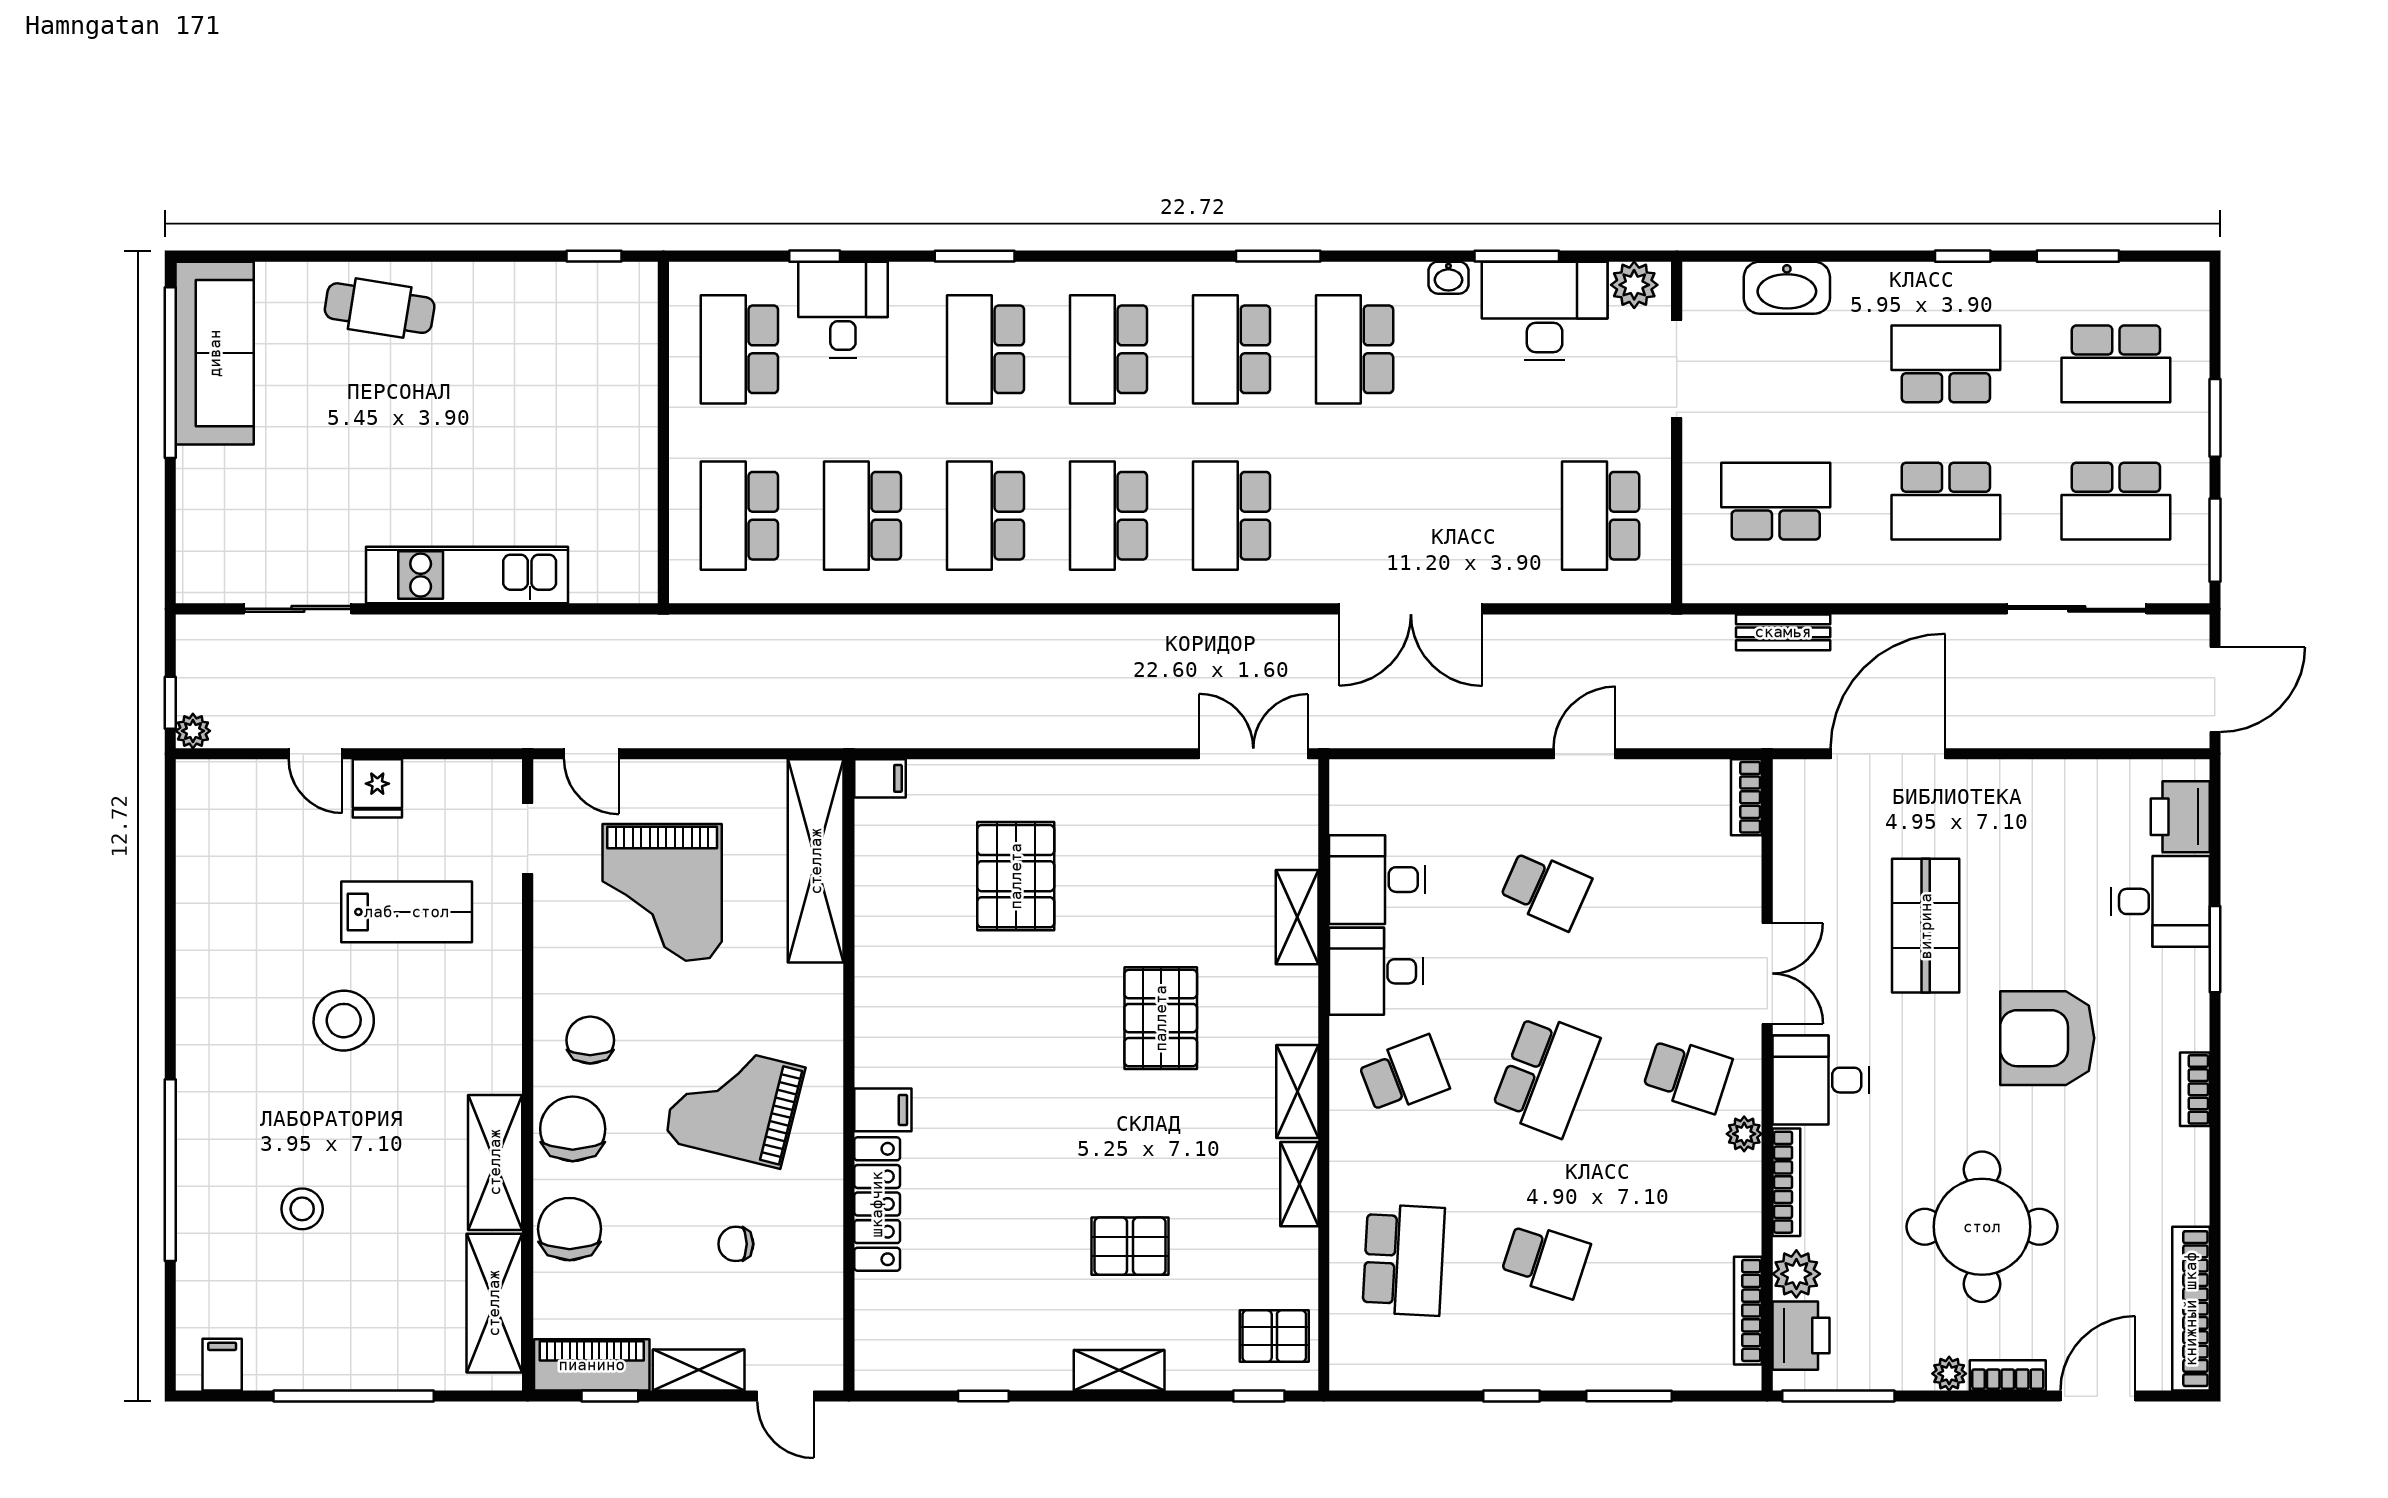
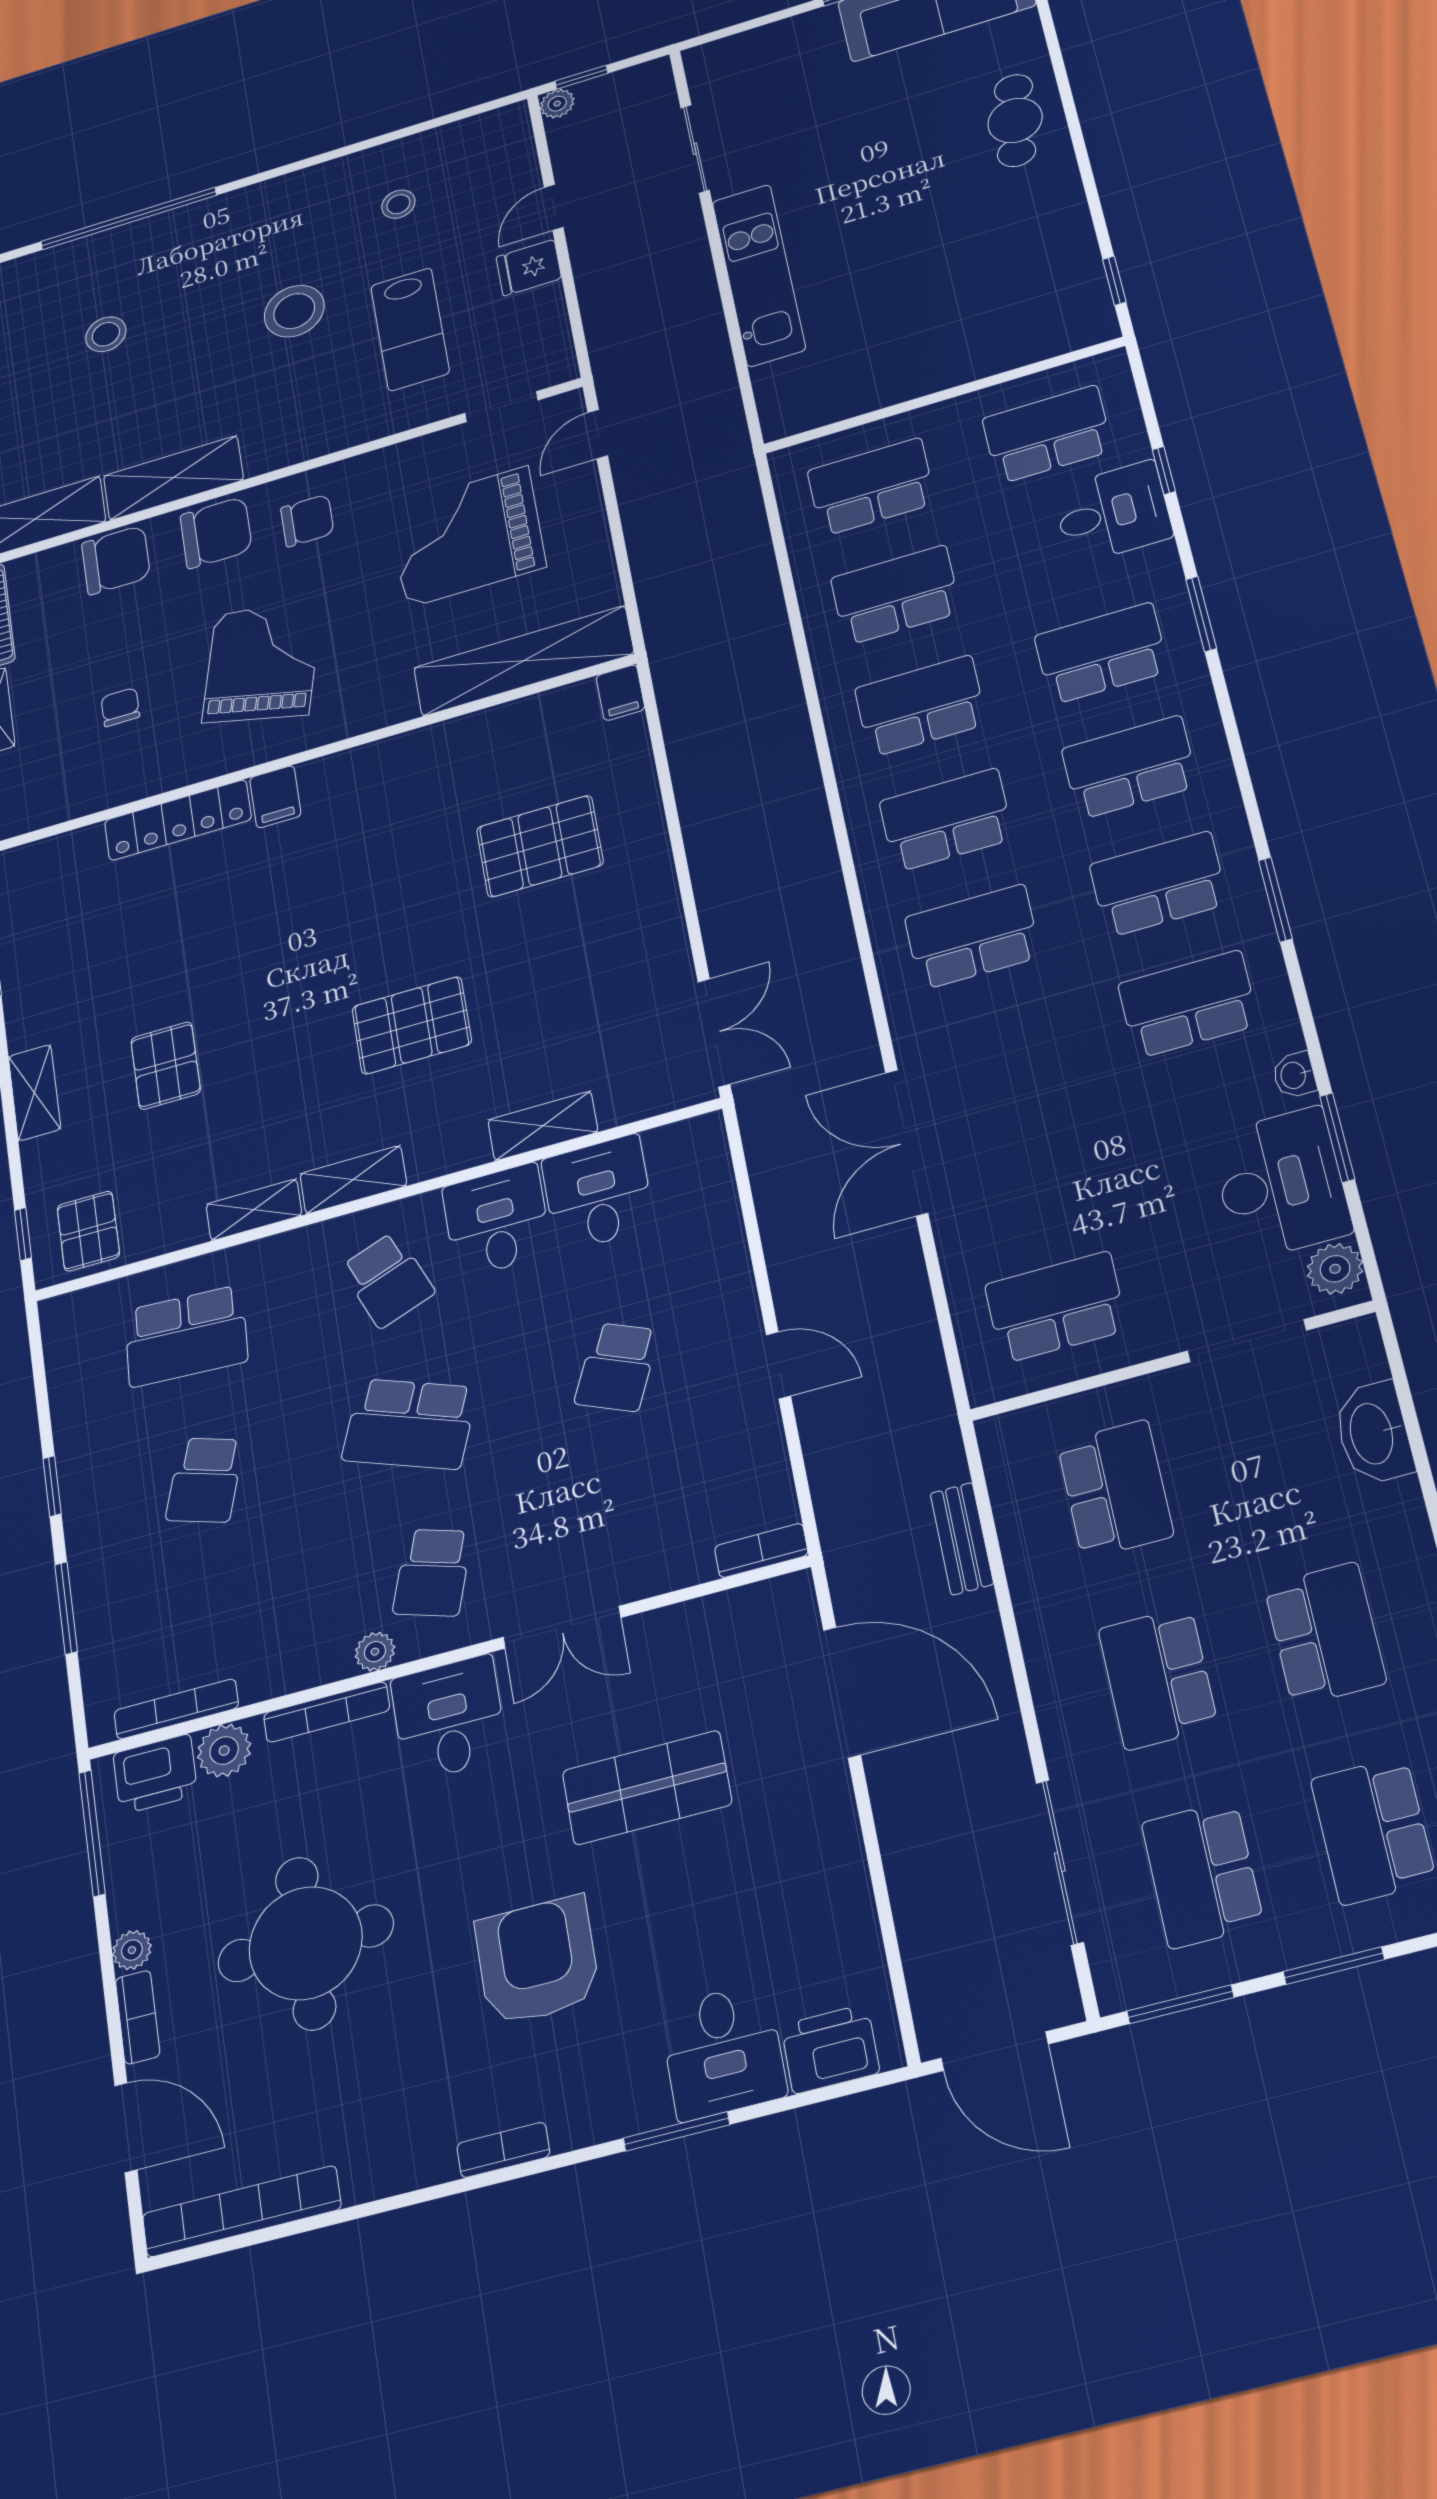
stool: (255, 902) -> (398, 204), added

